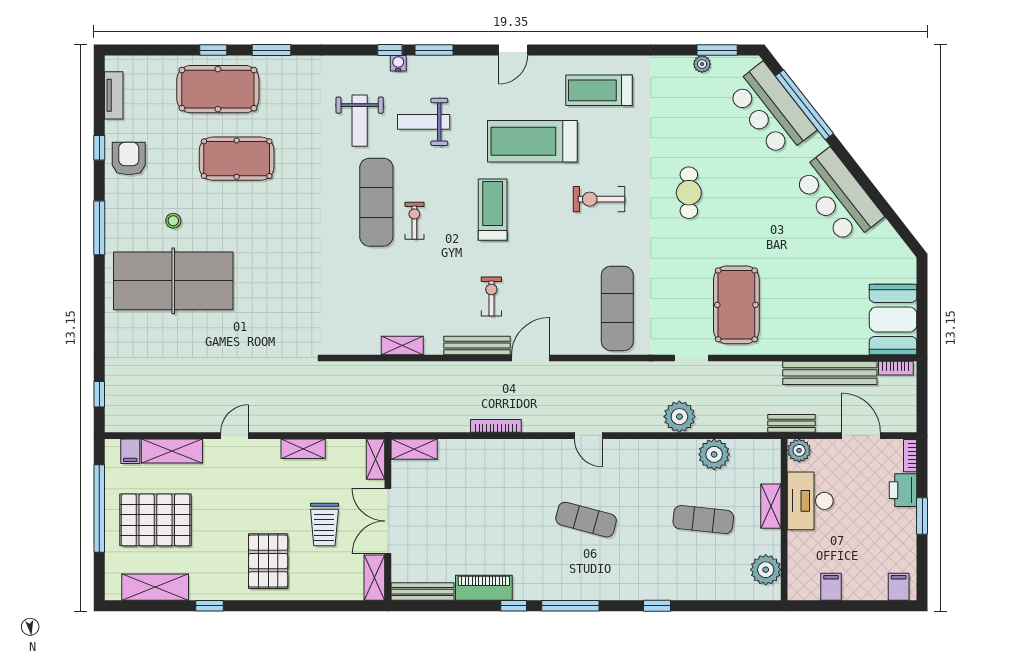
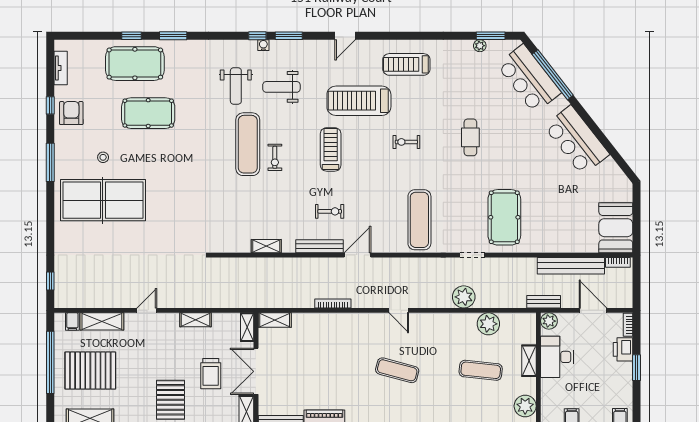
exercise bike: (599, 199) -> (406, 142), width x0.73, depth x0.72
exercise bike: (414, 221) -> (275, 157), turned 180
exercise bike: (491, 297) -> (330, 211), turned 90

